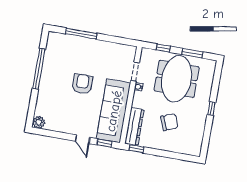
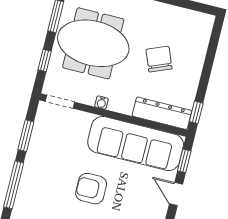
window: (114, 39) -> (26, 136), added
doorway: (135, 72) -> (60, 102), moved
door: (83, 139) -> (176, 194), swing flipped

